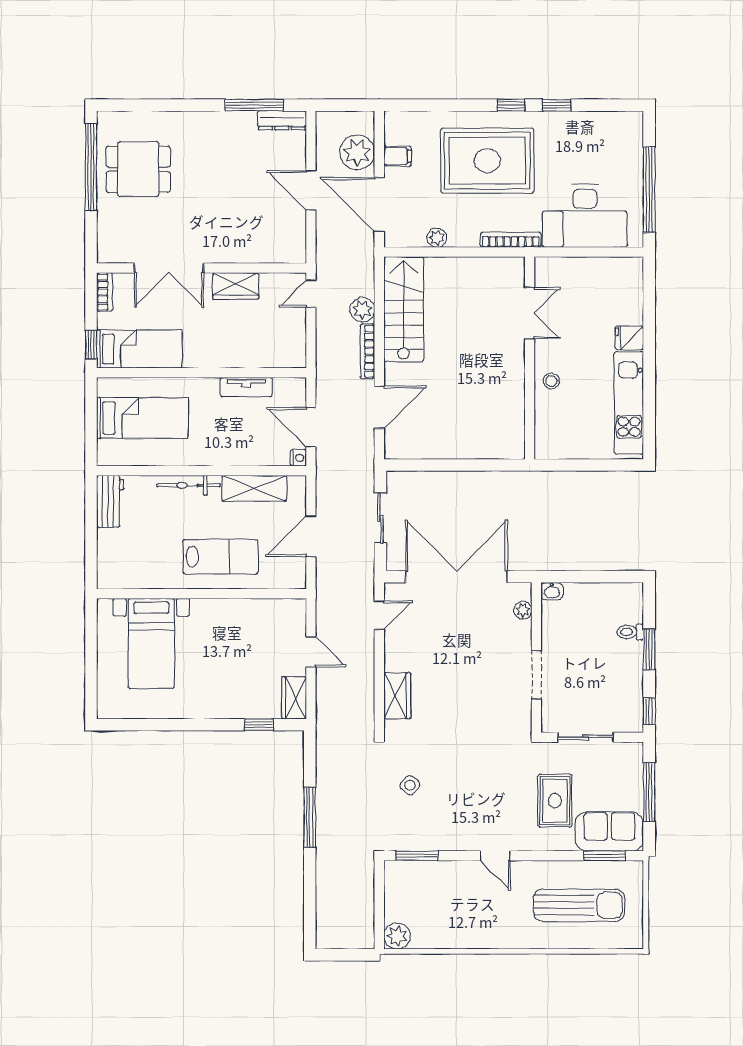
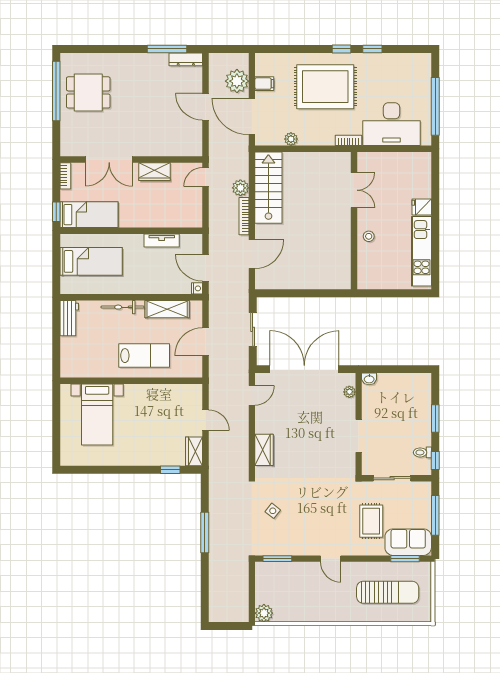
bookcase: (511, 240) -> (349, 140), width x0.64
toilet: (630, 632) -> (422, 452), moved

